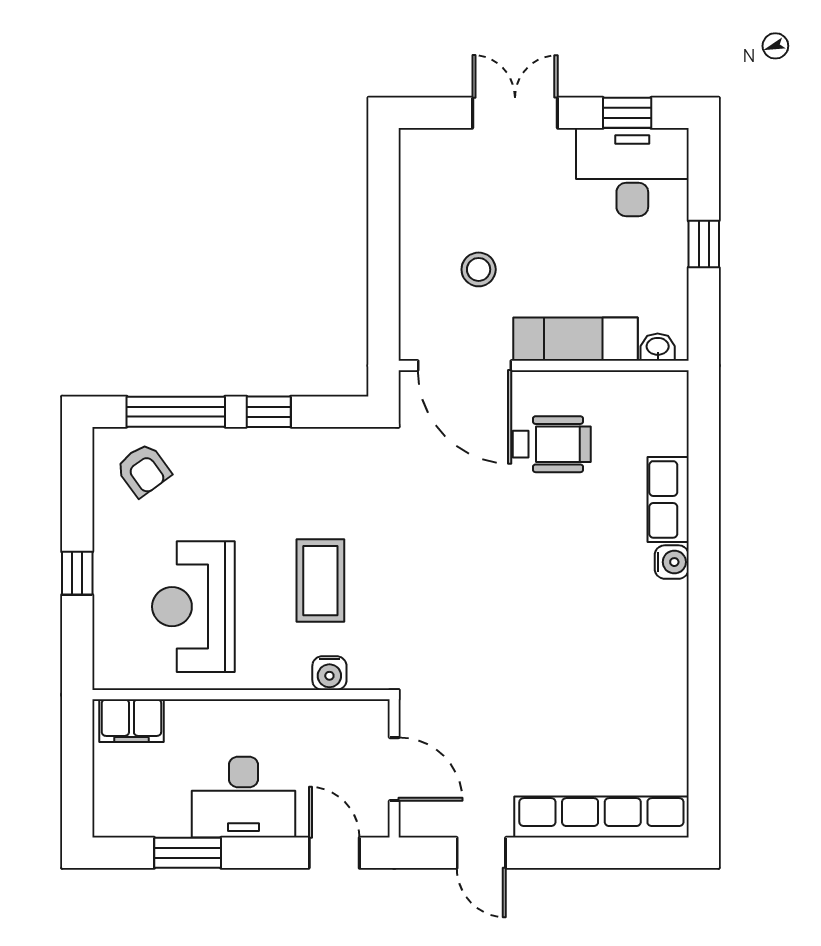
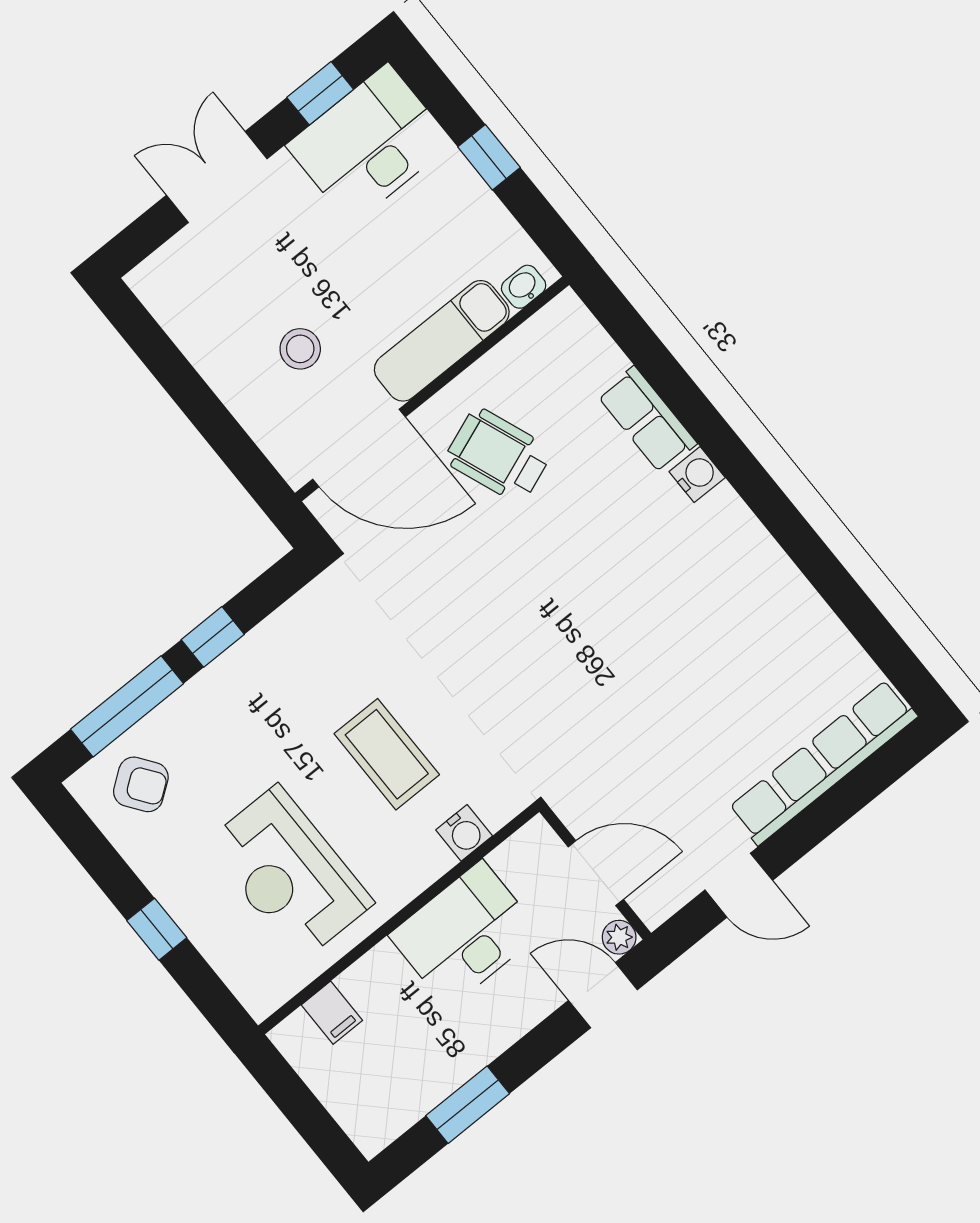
wheelchair: (552, 444) -> (498, 455), turned -111
filing cabinet: (131, 721) -> (332, 1013), width x0.50
desk: (243, 797) -> (465, 934), moved, turned 180
plant: (375, 823) -> (619, 937), added

